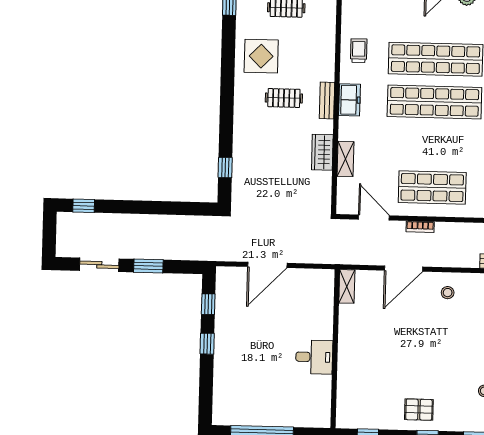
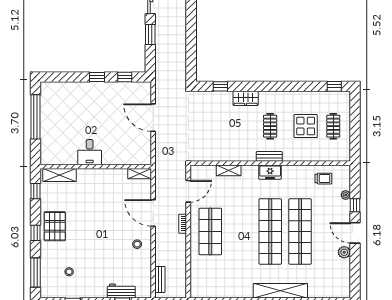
trolley: (359, 51) -> (323, 179), moved
display table: (261, 56) -> (306, 126), moved
wardrobe: (322, 152) -> (246, 98), moved, turned 180
shelving: (346, 401) -> (60, 175), added
pallet: (419, 410) -> (55, 226), width x1.50, depth x1.42

